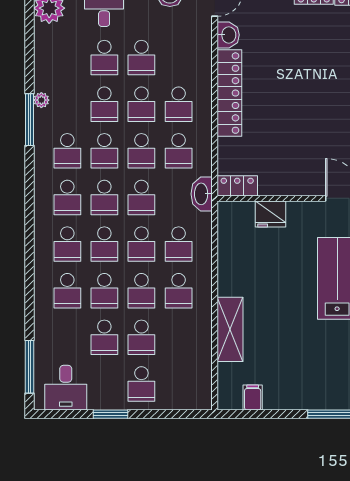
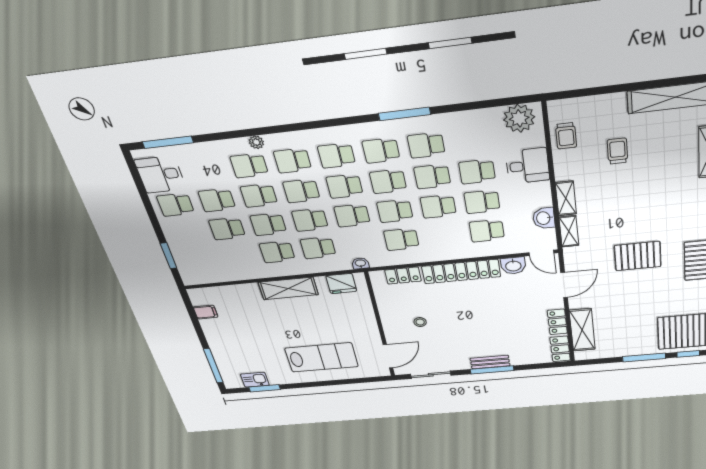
plant: (41, 100) -> (256, 142), moved
school desk: (67, 104) -> (426, 145), added
school desk: (179, 104) -> (487, 231), moved
stool: (296, 151) -> (420, 322), added
locker: (237, 186) -> (403, 276), moved, turned 90
washbasin: (202, 194) -> (360, 263), width x0.52, depth x0.69
fridge: (271, 214) -> (341, 284), moved, turned -90
shelving: (230, 329) -> (288, 288), moved
school desk: (141, 384) -> (175, 205), moved
window: (111, 414) -> (168, 256), moved

